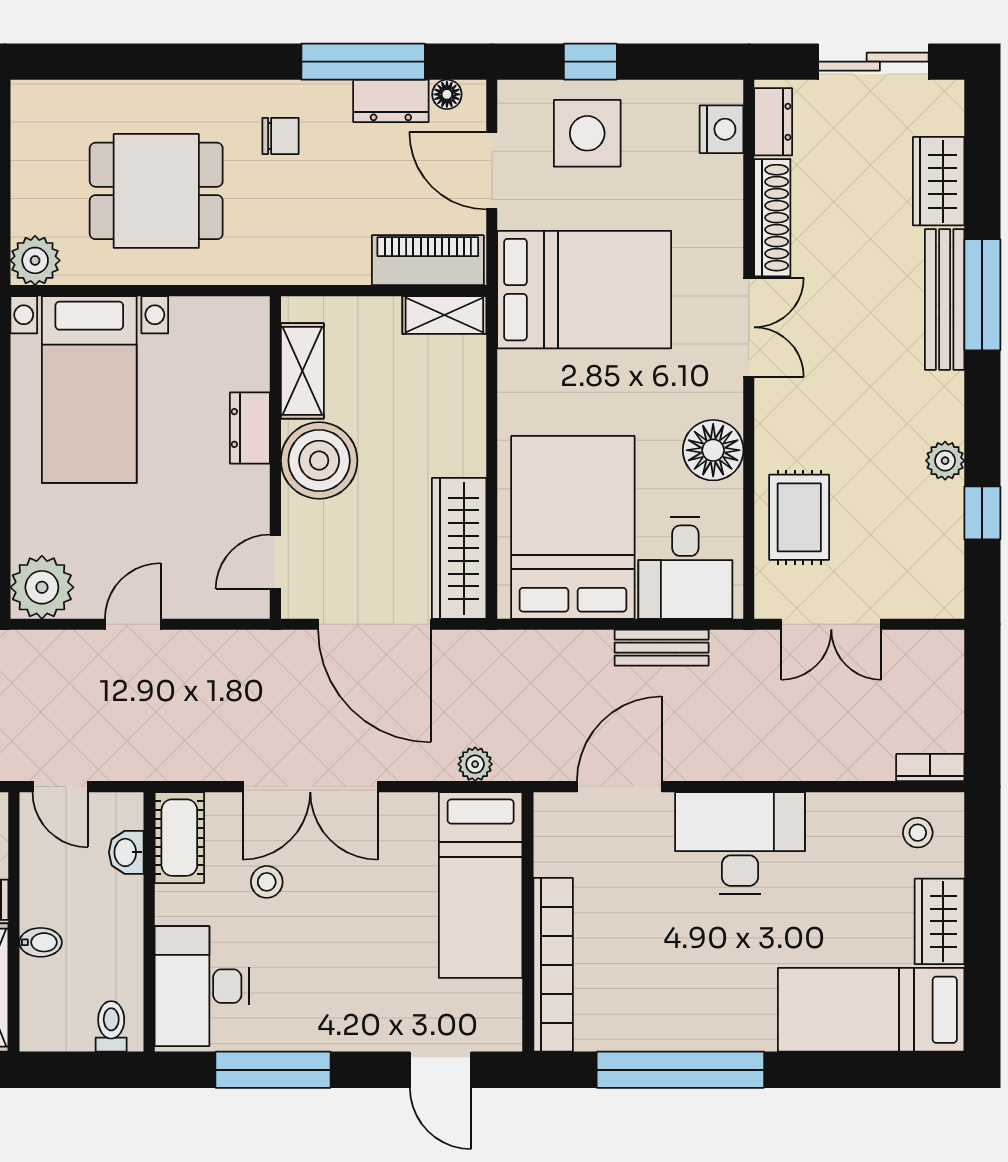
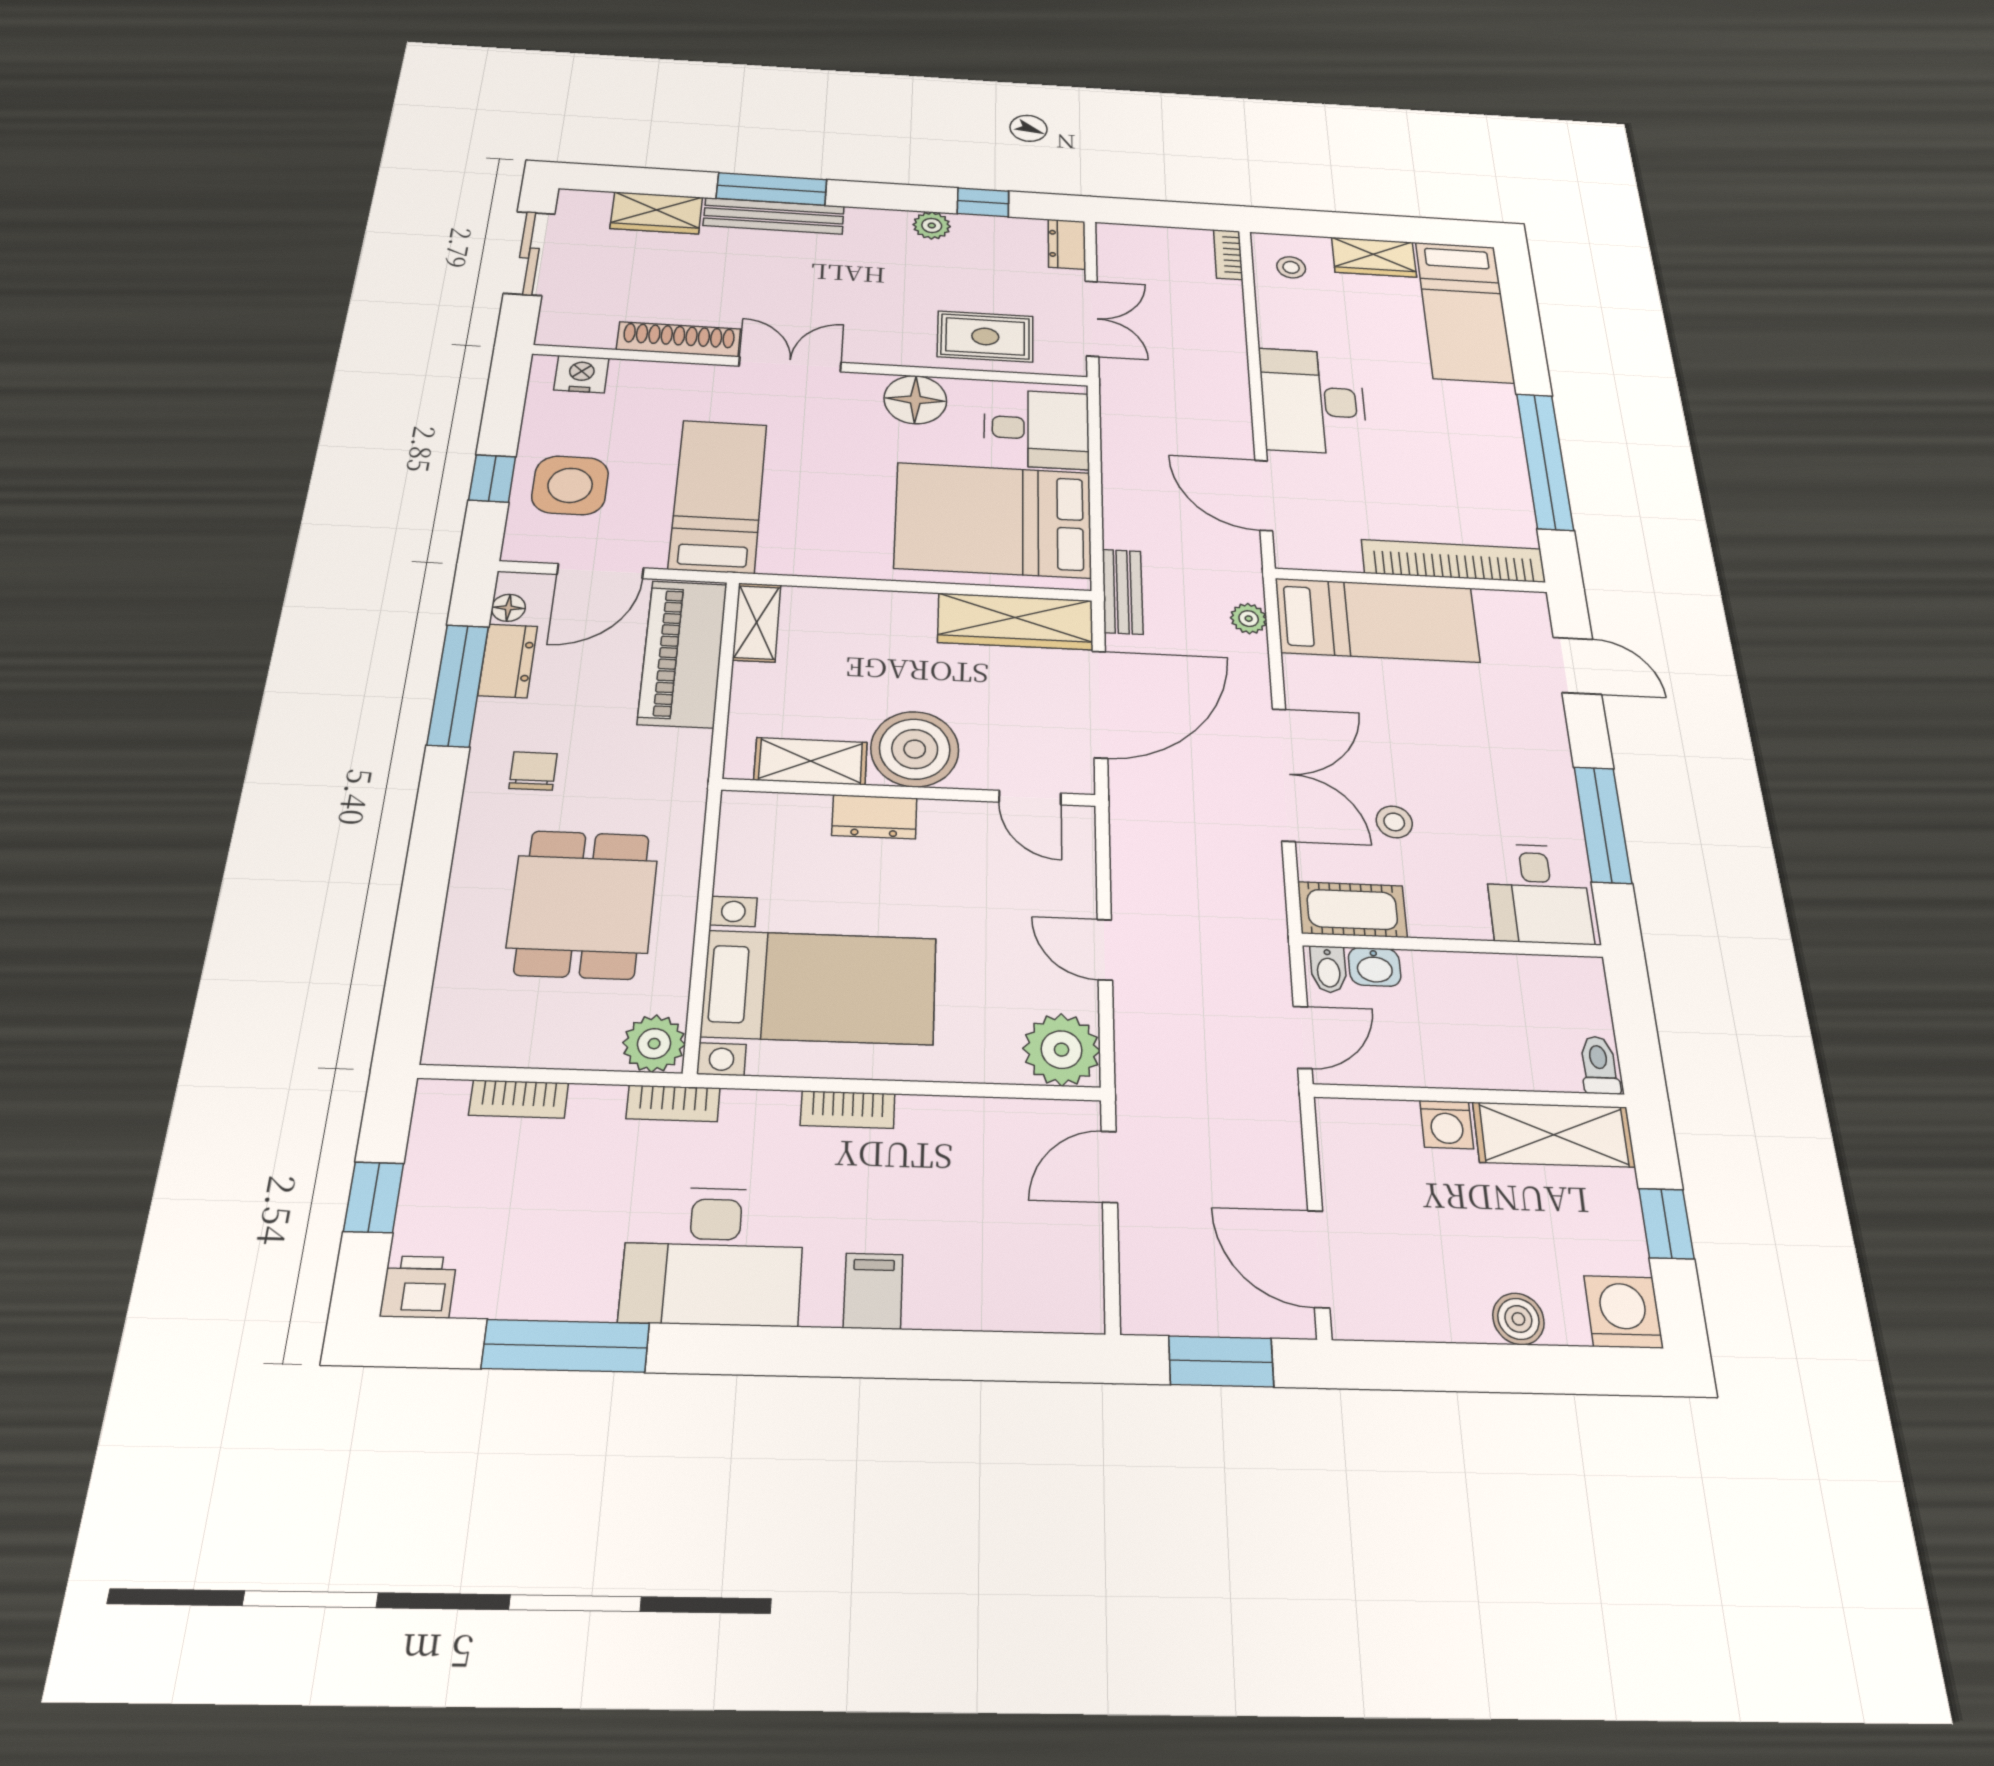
dresser: (773, 122) -> (1067, 244), moved, turned -90
piano: (428, 260) -> (683, 653), width x1.37, depth x1.33
bed: (584, 290) -> (718, 496), width x0.67
bench: (662, 648) -> (1123, 592), moved
bidet: (41, 942) -> (1328, 969), moved, turned 180
desk: (202, 986) -> (1538, 894), width x0.73
toilet: (111, 1026) -> (1599, 1065), moved, turned 90
door: (441, 1070) -> (1577, 666), hinge flipped

